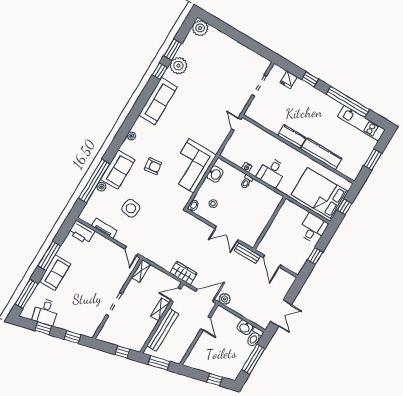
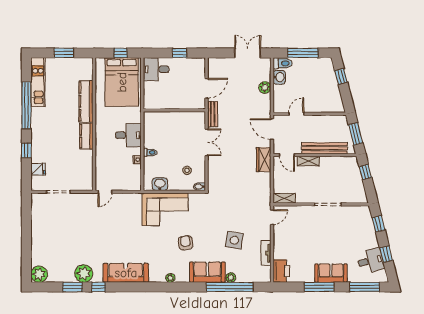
plant: (225, 299) -> (265, 88), moved

